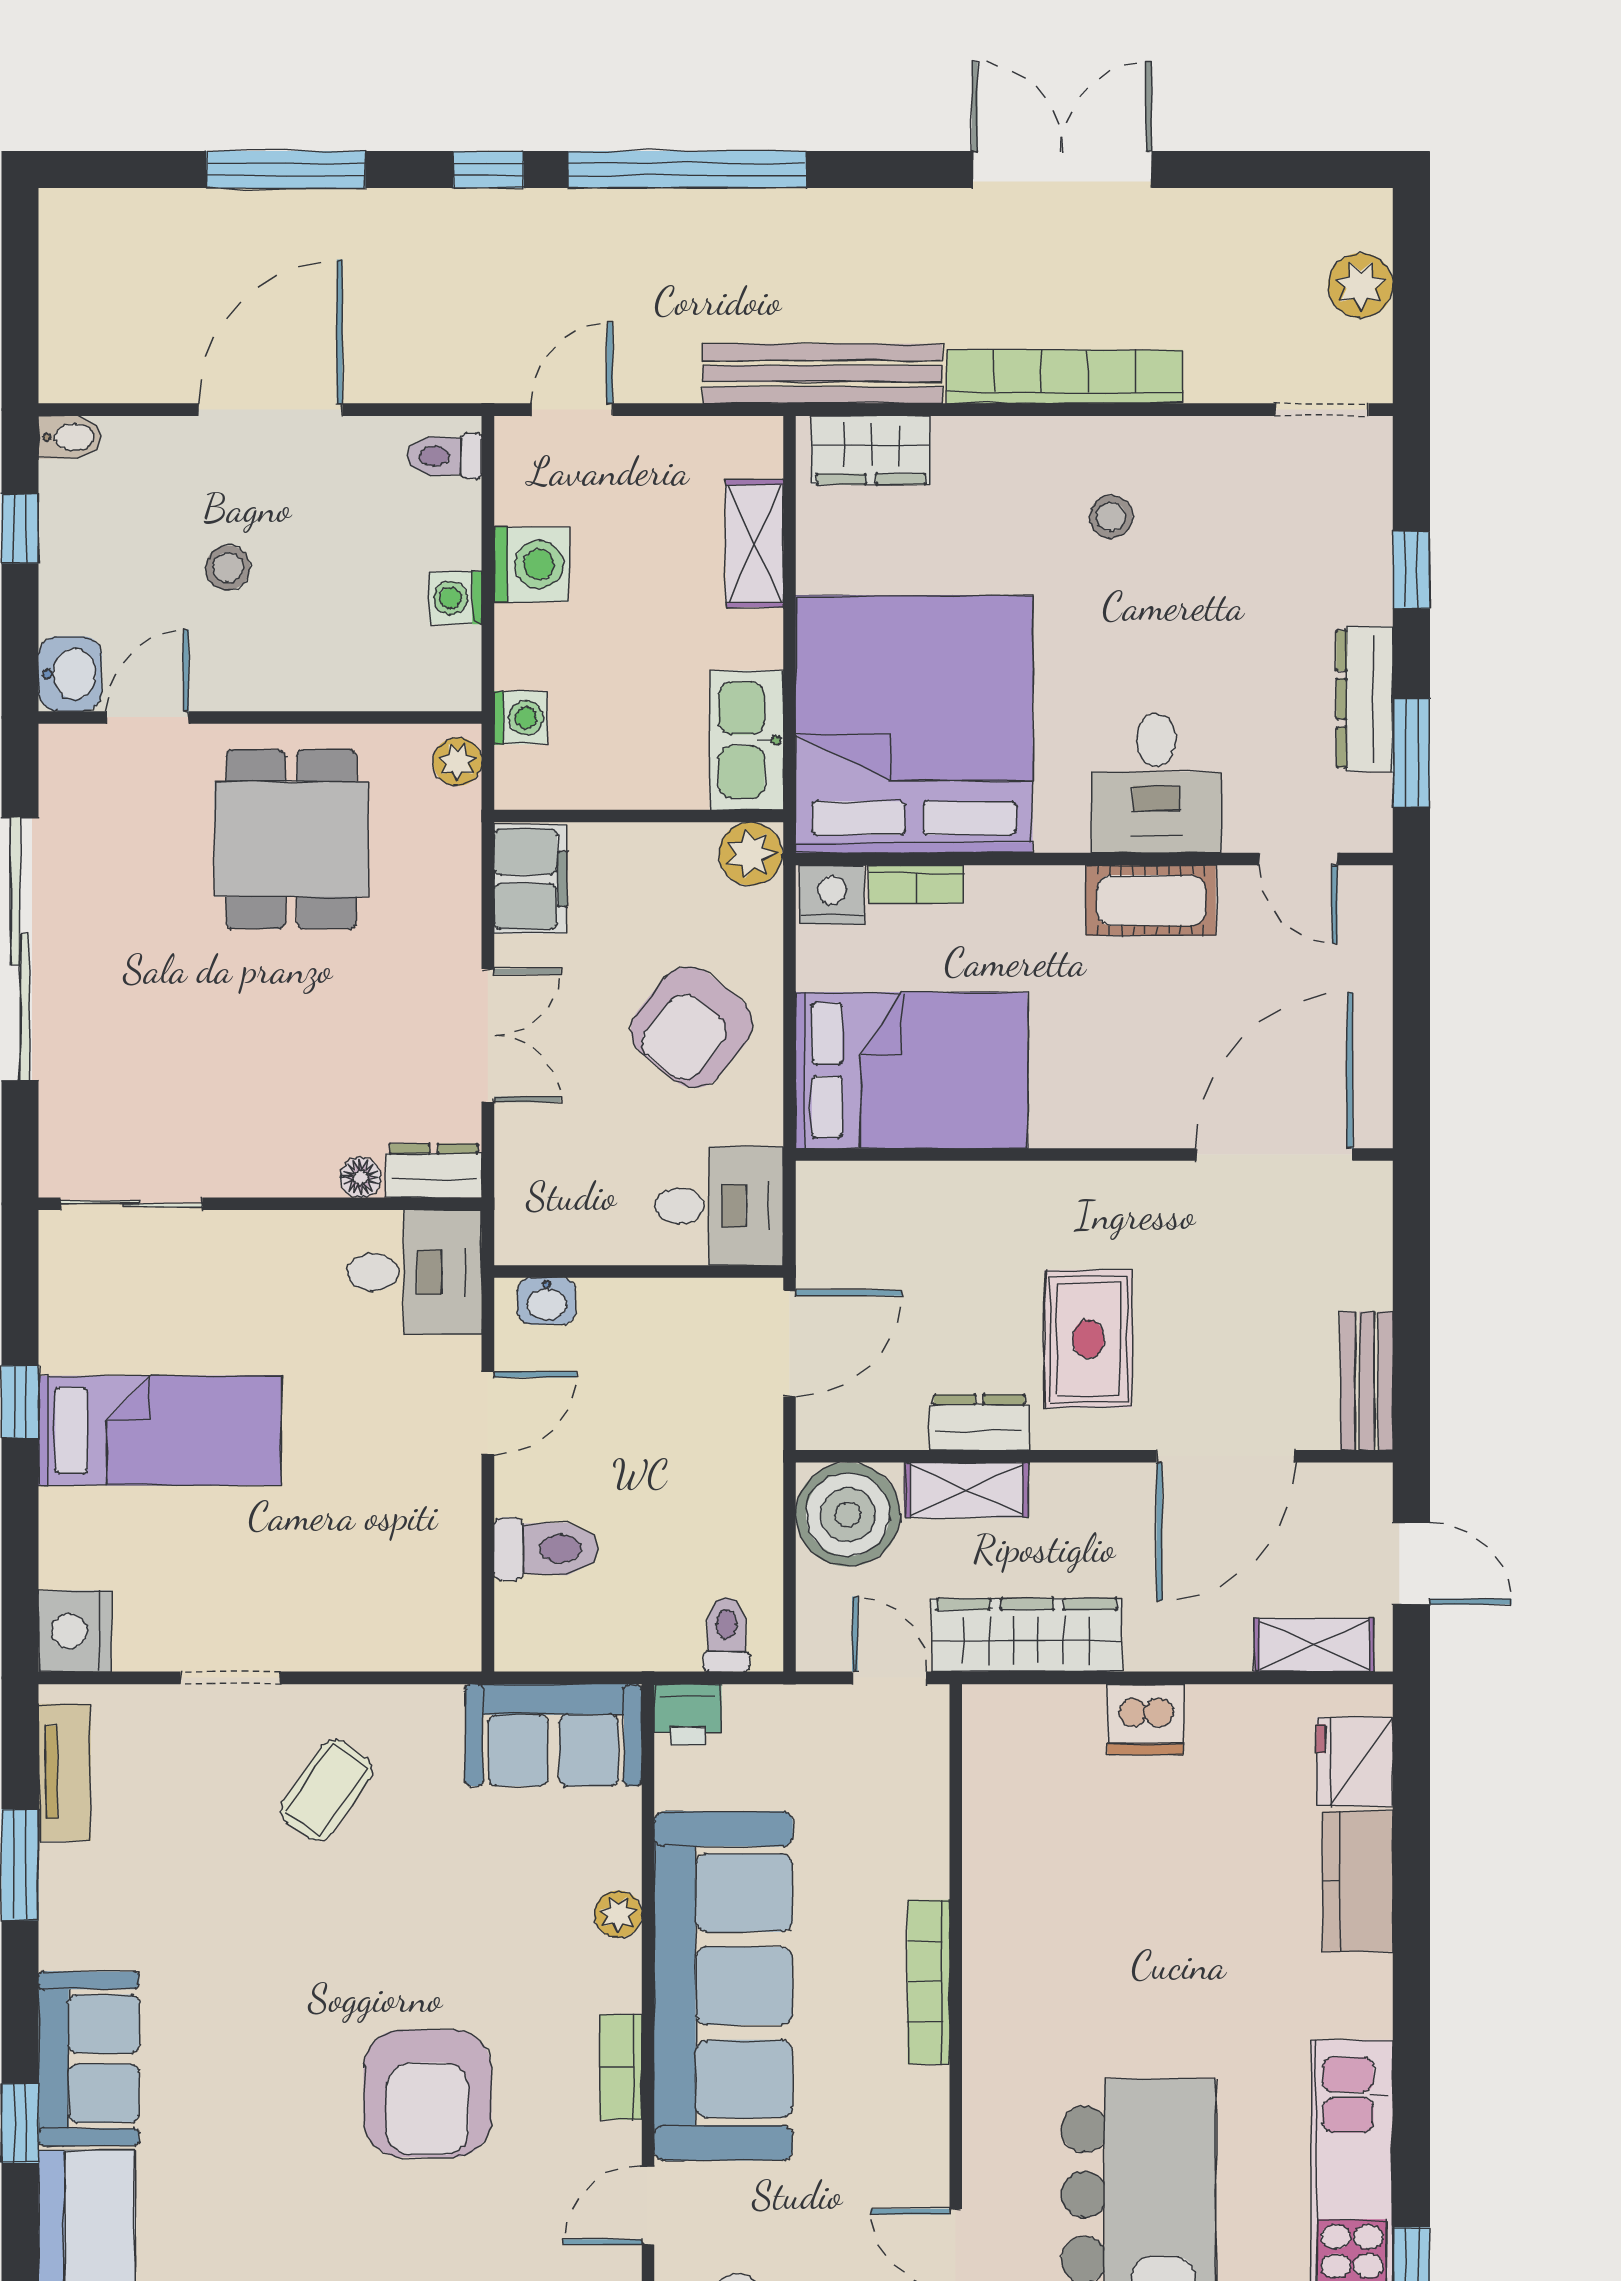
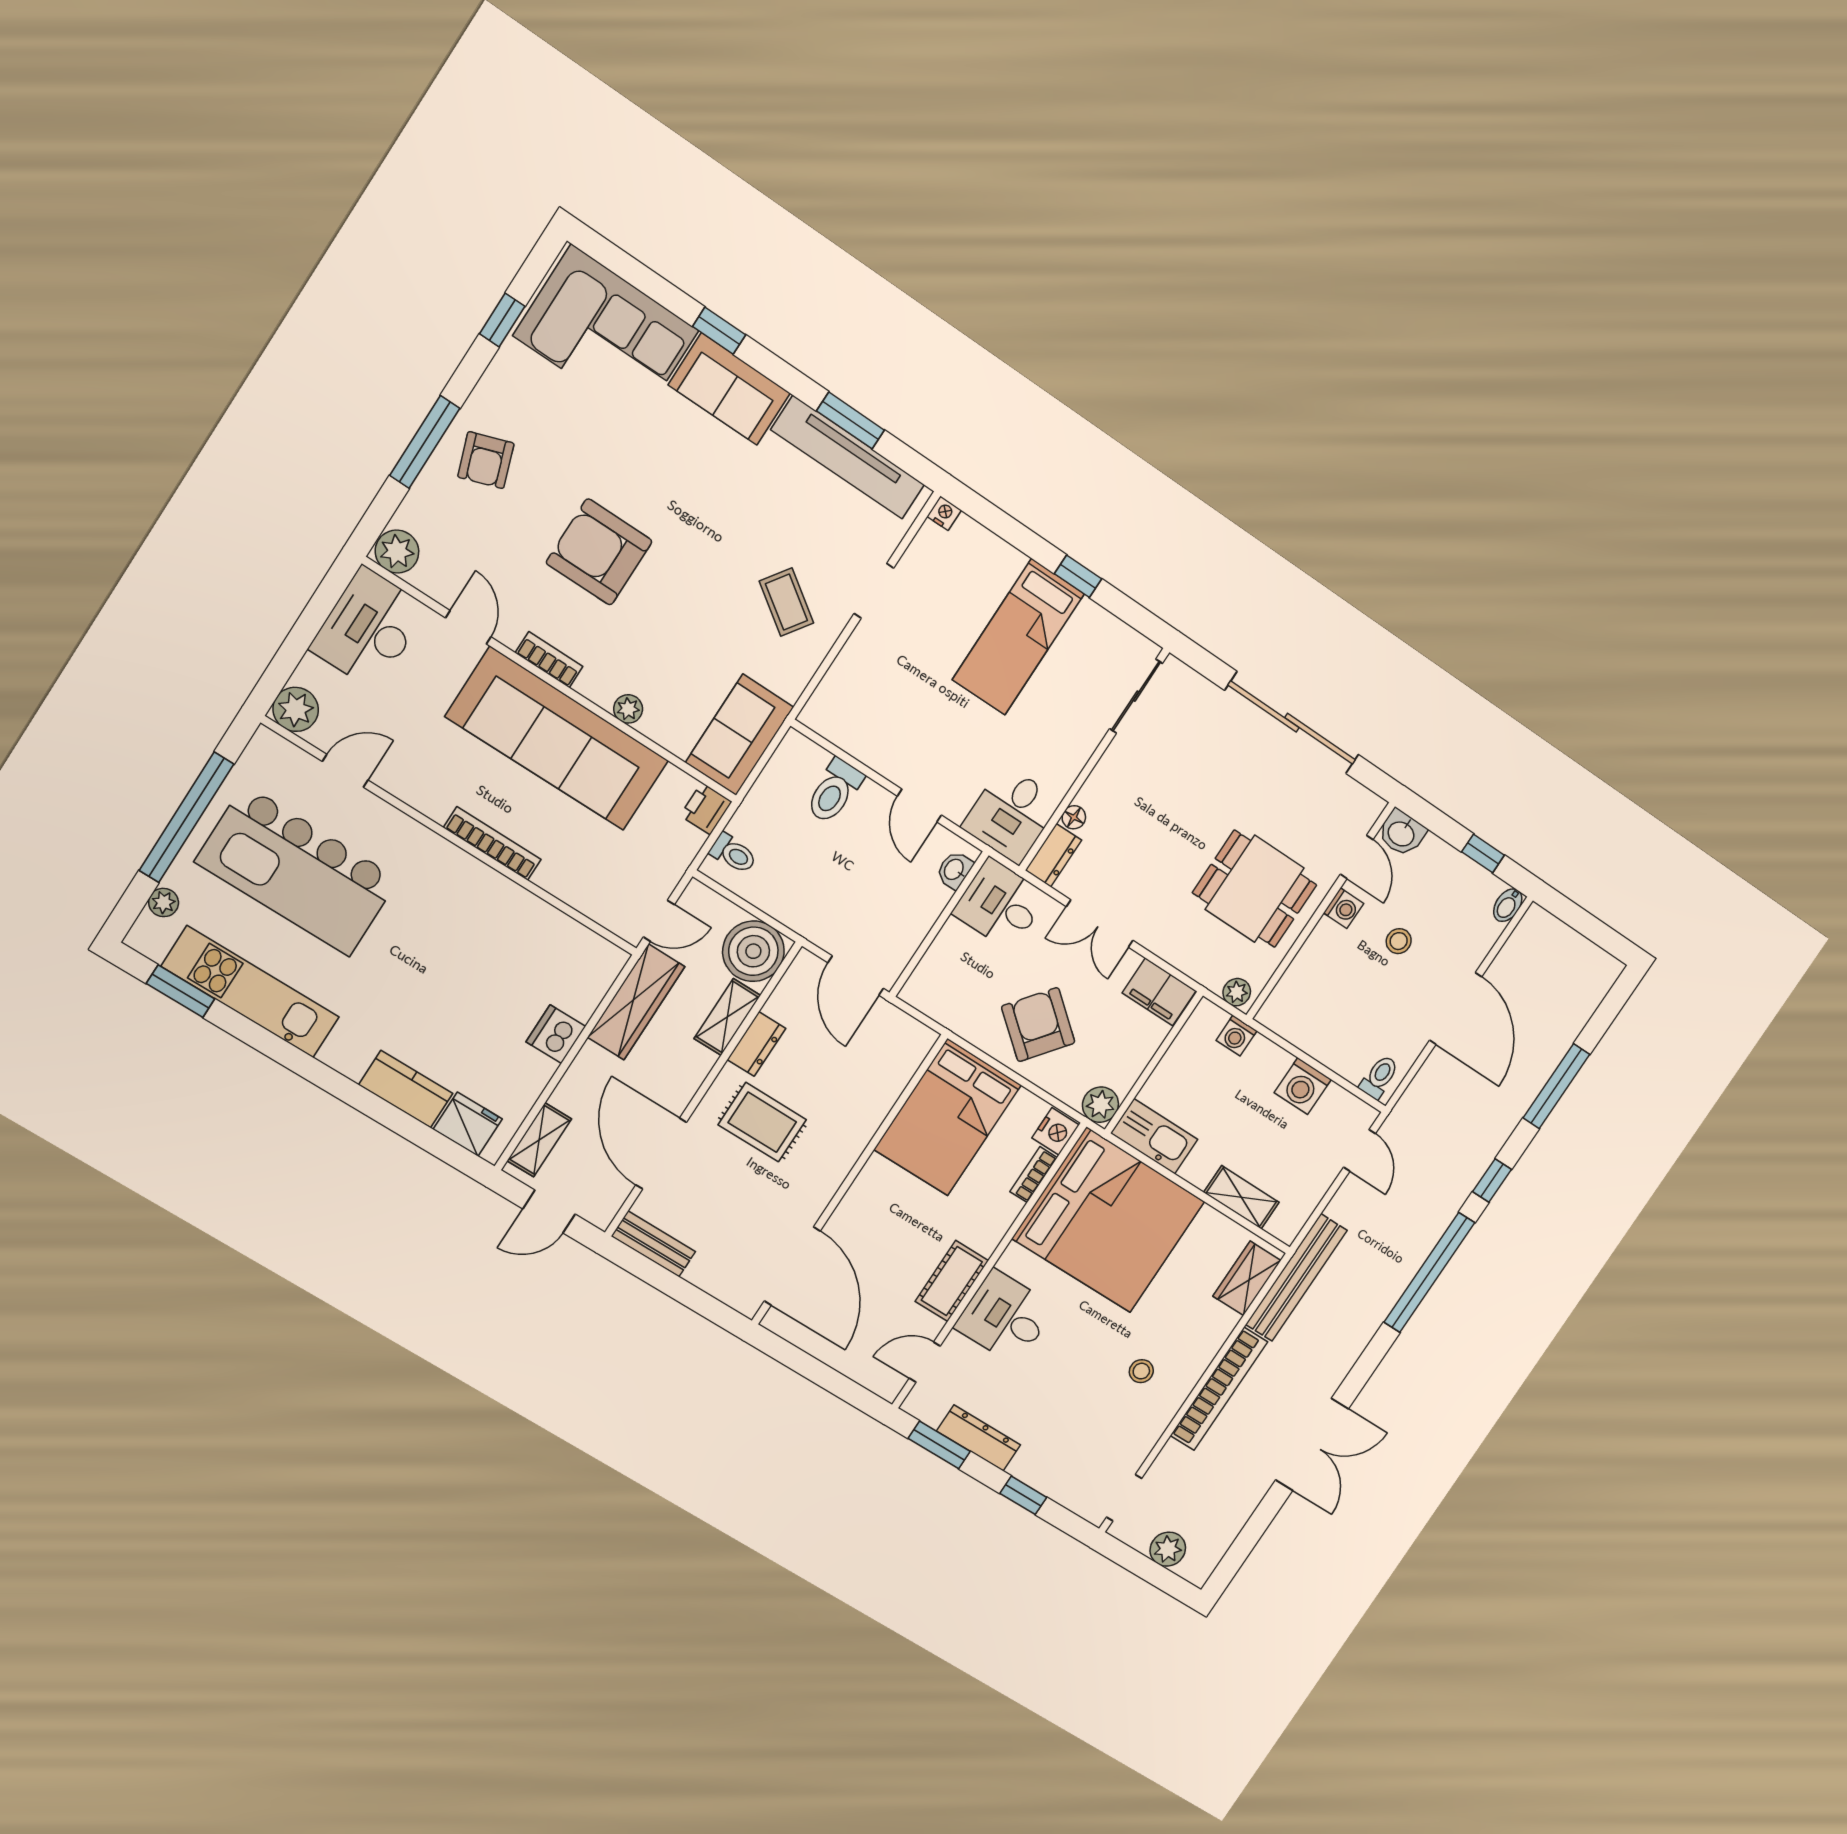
washing machine: (456, 598) -> (1344, 908), moved, turned 90
desk: (719, 1206) -> (1000, 904), moved, turned 90
nightstand: (75, 1631) -> (944, 513), width x0.53, depth x0.56
tv unit: (65, 1772) -> (848, 457), width x1.92, depth x1.29

